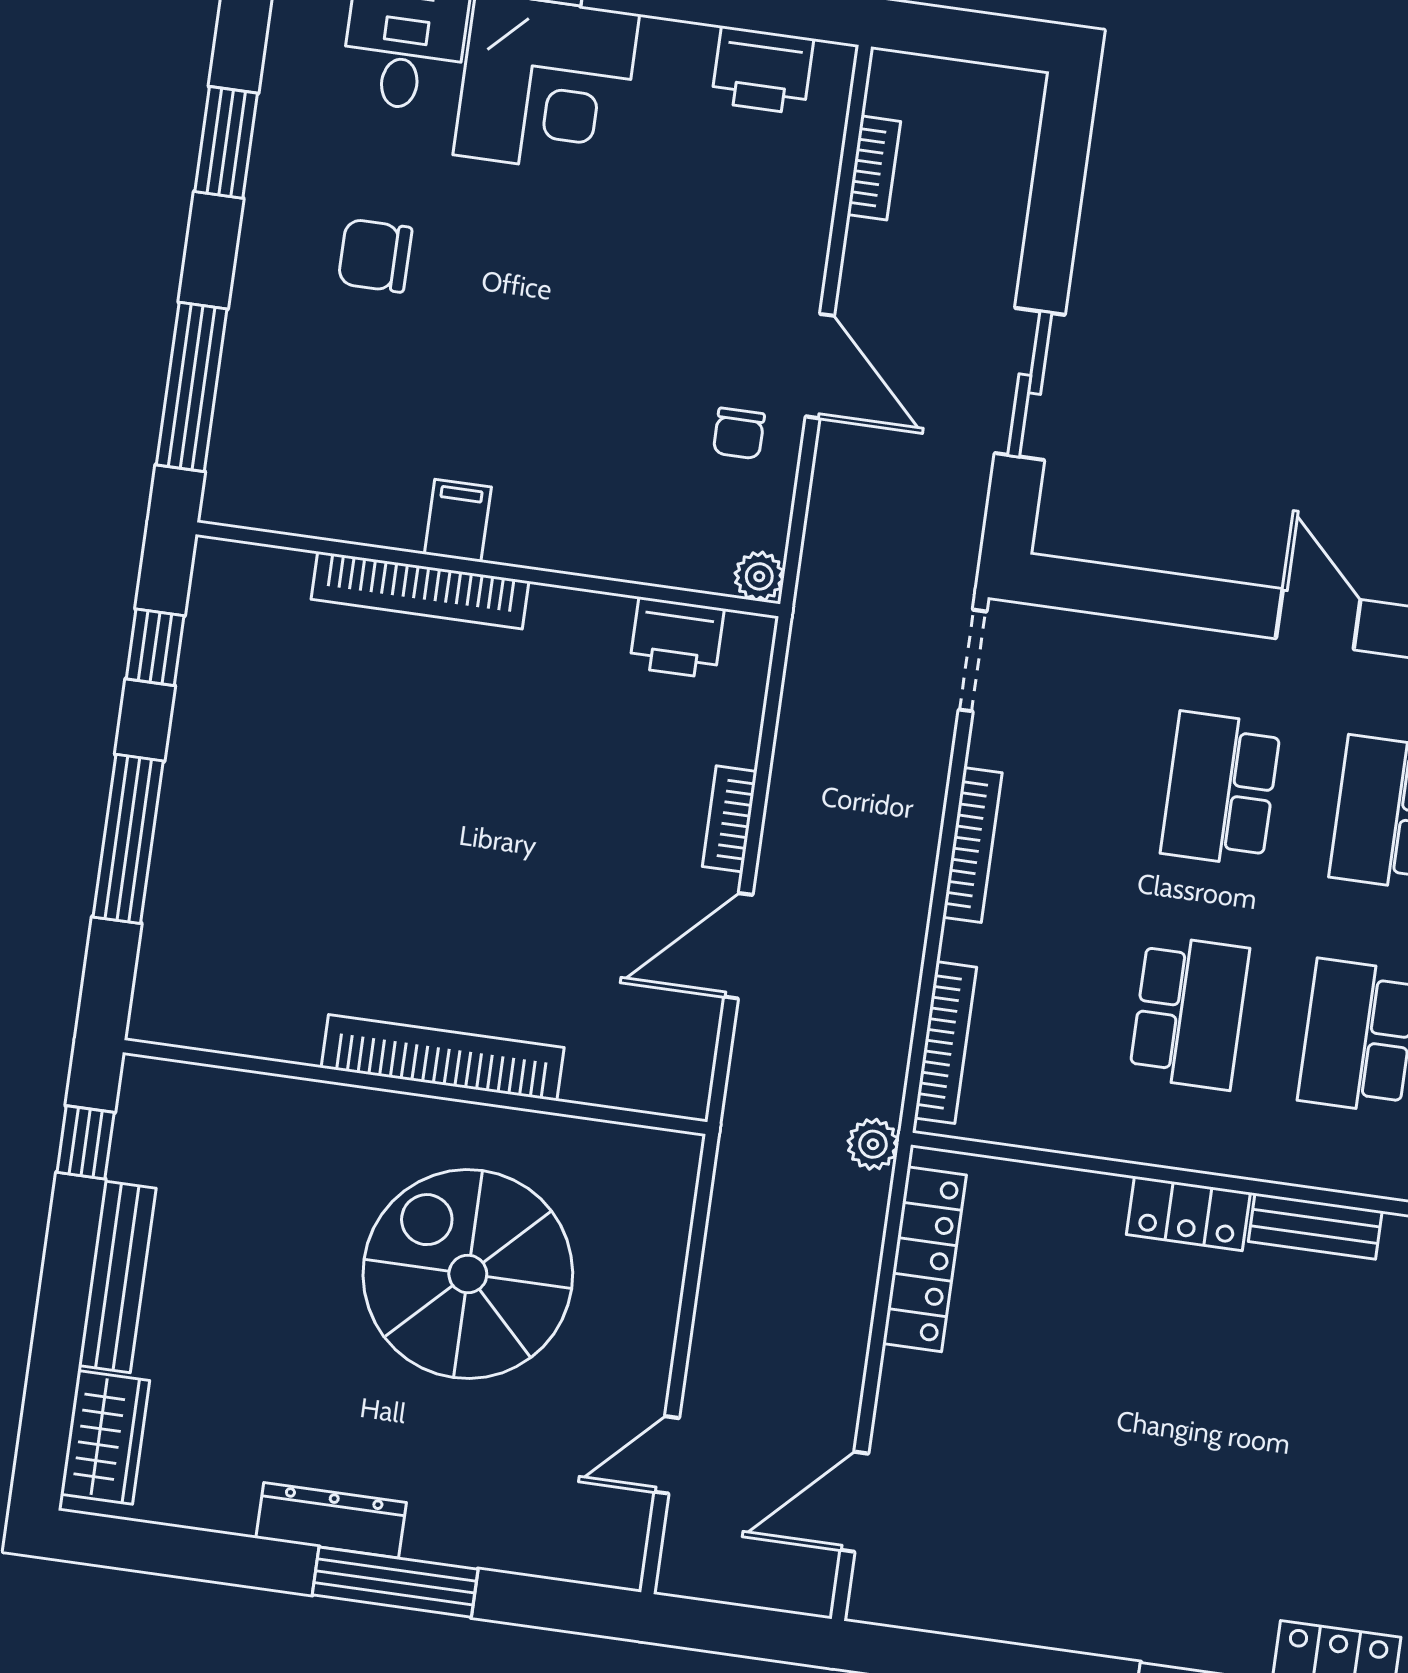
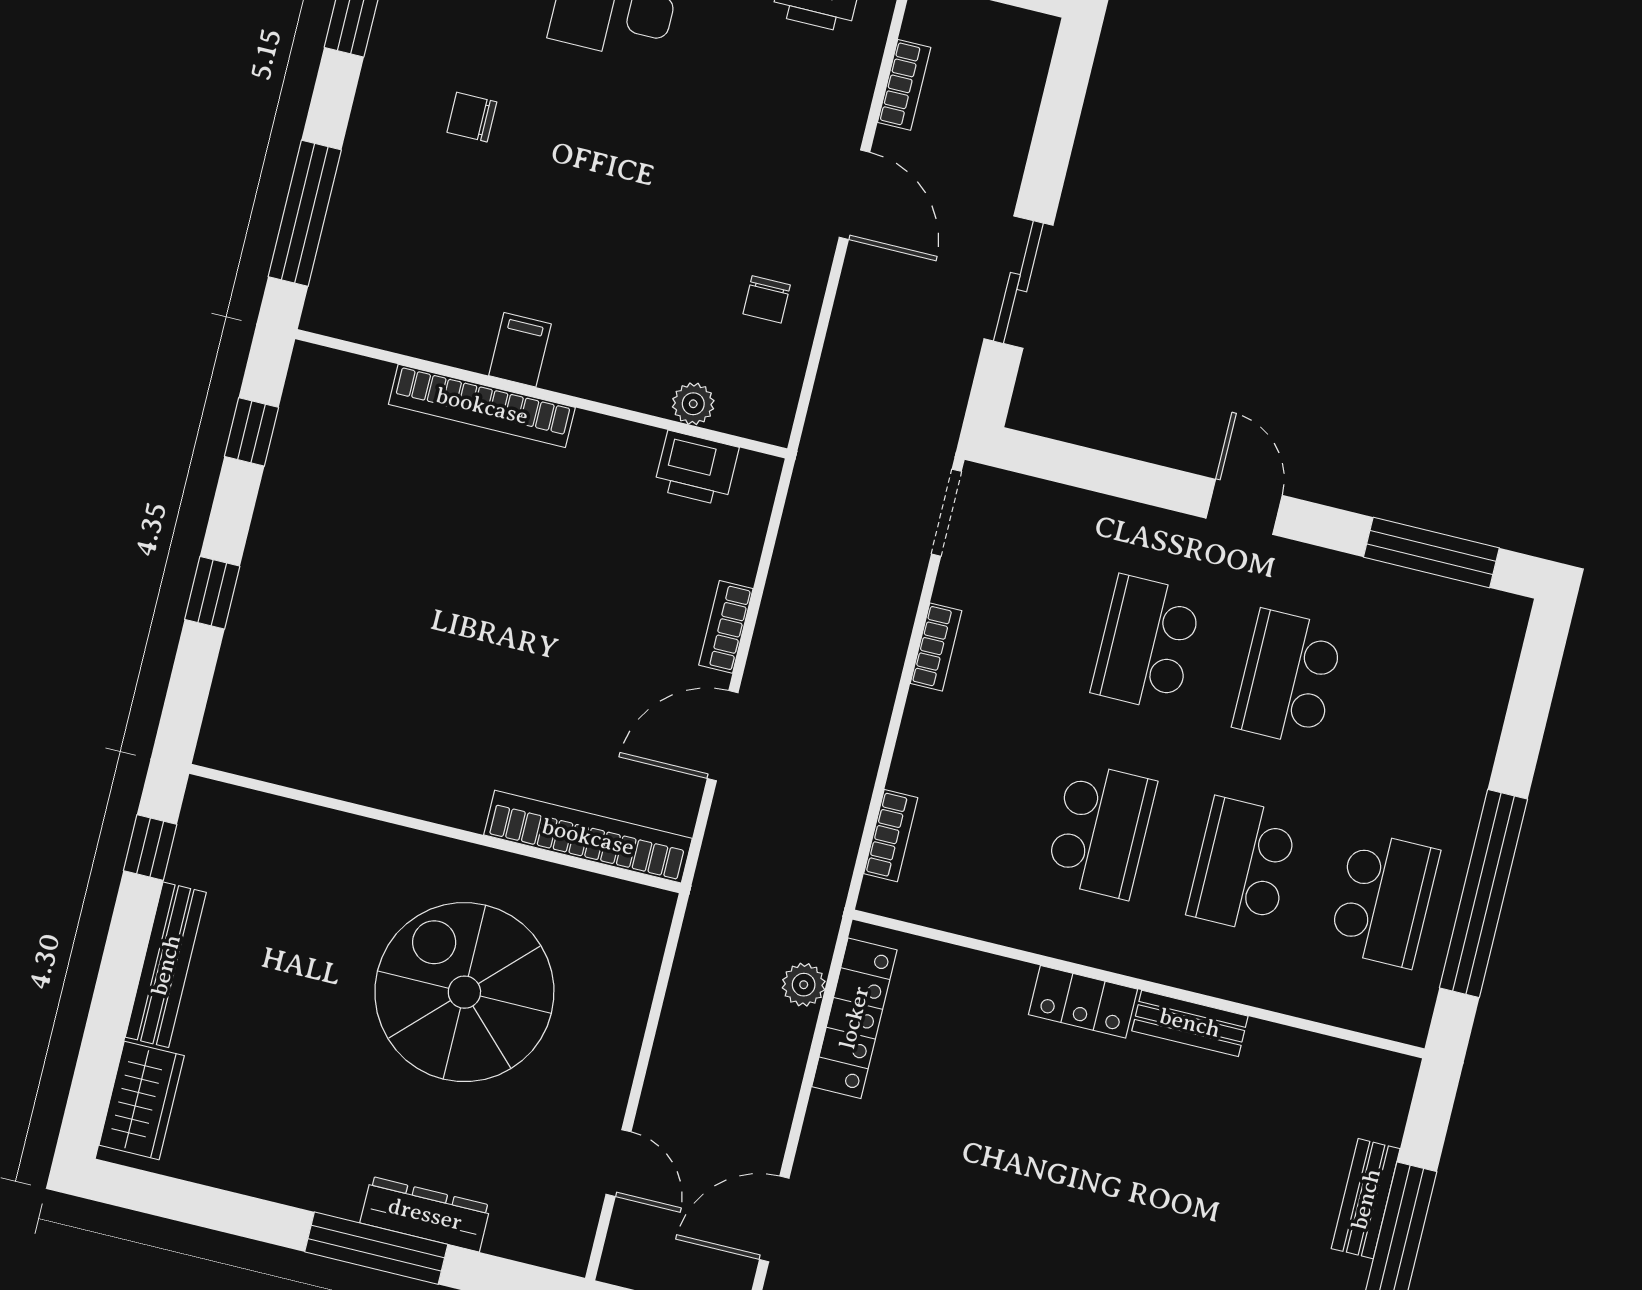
chair: (375, 256) -> (472, 117), width x0.73, depth x0.73
door: (820, 366) -> (854, 195), moved
plant: (759, 576) -> (693, 404), moved
window: (128, 839) -> (212, 593), width x0.46
bookcase: (972, 845) -> (936, 647), width x0.64
bookcase: (945, 1043) -> (891, 836), width x0.64
bookcase: (443, 1058) -> (588, 837), moved
plant: (873, 1144) -> (804, 985), moved
door: (667, 1455) -> (618, 1163), swing flipped
dresser: (331, 1520) -> (425, 1214), moved

